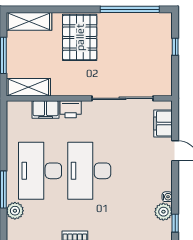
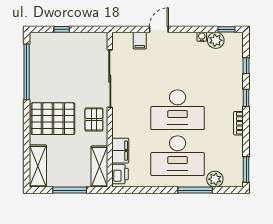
pallet: (79, 81) -> (94, 119), added
printer: (71, 109) -> (120, 174), moved
filing cabinet: (163, 124) -> (140, 41), width x0.50

